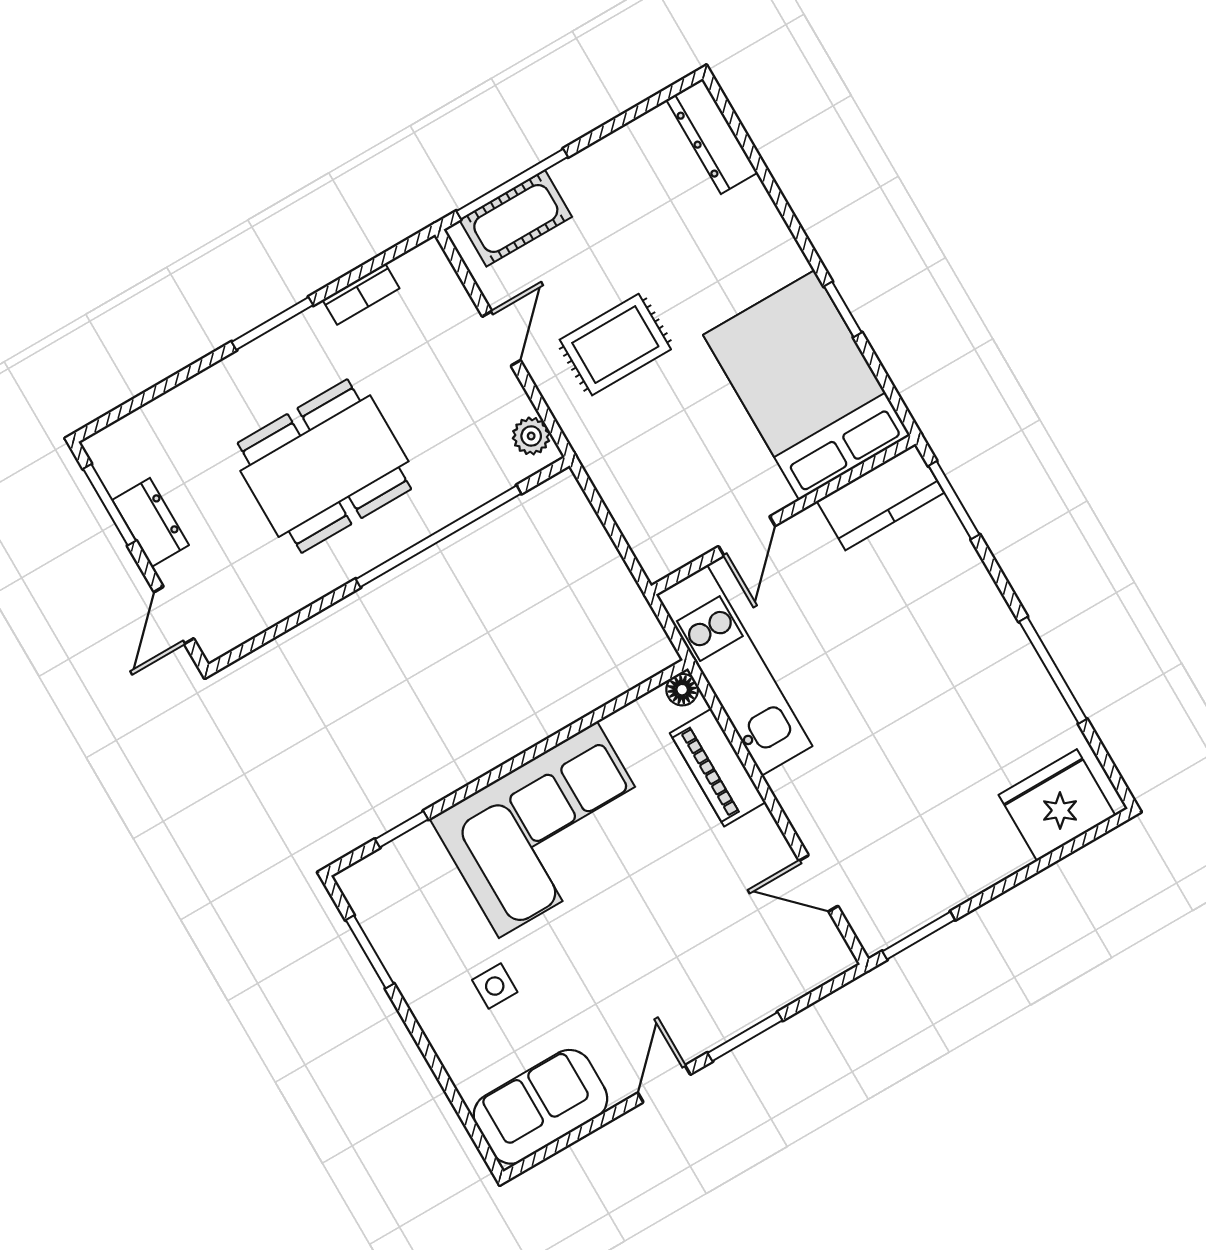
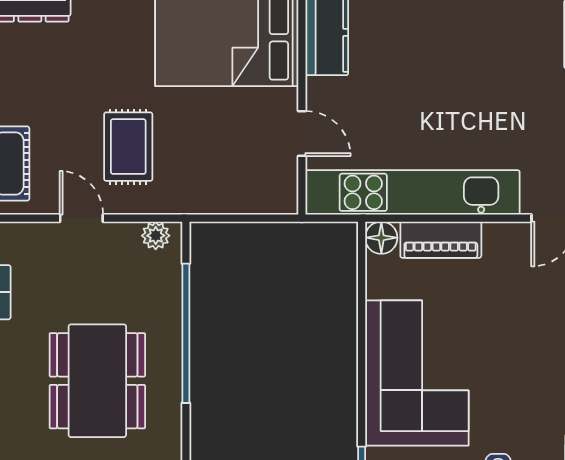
kitchen unit: (734, 670) -> (413, 192), width x1.36
floor lamp: (682, 690) -> (381, 238), width x1.37, depth x1.37

